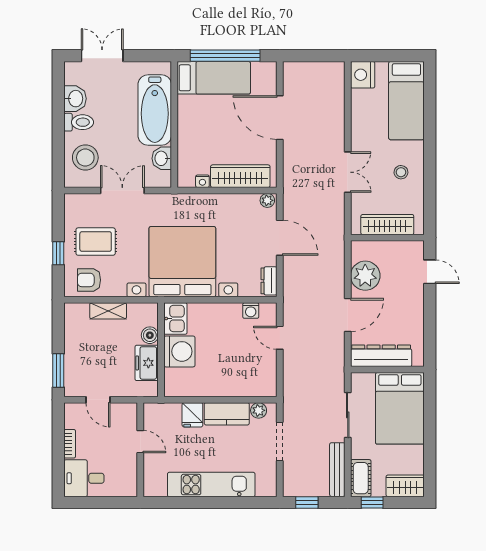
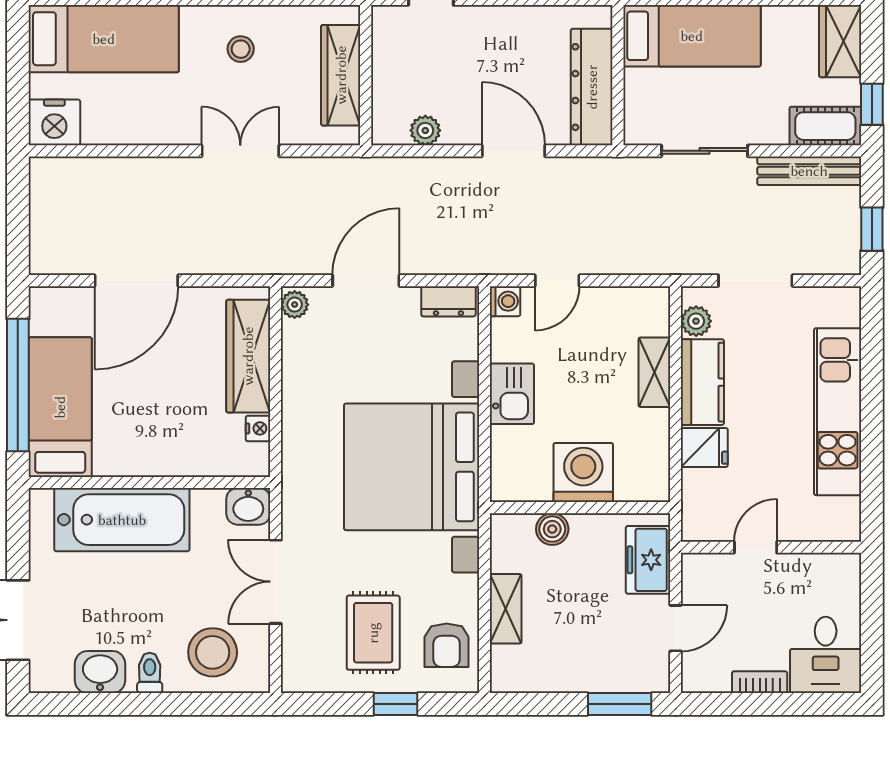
toilet: (79, 122) -> (150, 673), width x0.73, depth x0.72
washbasin: (162, 158) -> (248, 506), moved
plant: (365, 276) -> (425, 130), width x0.53, depth x0.53
washing machine: (251, 311) -> (505, 301), moved
kitchen sink: (175, 319) -> (512, 394), moved, turned 90
freezer: (147, 363) -> (648, 560), moved, turned 90
shelving: (232, 389) -> (654, 372), added
bed: (400, 408) -> (692, 36), width x0.67

